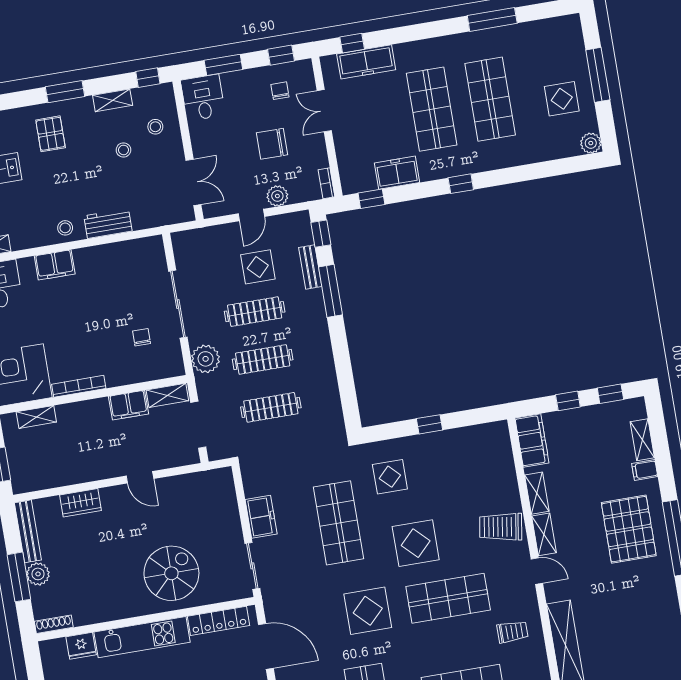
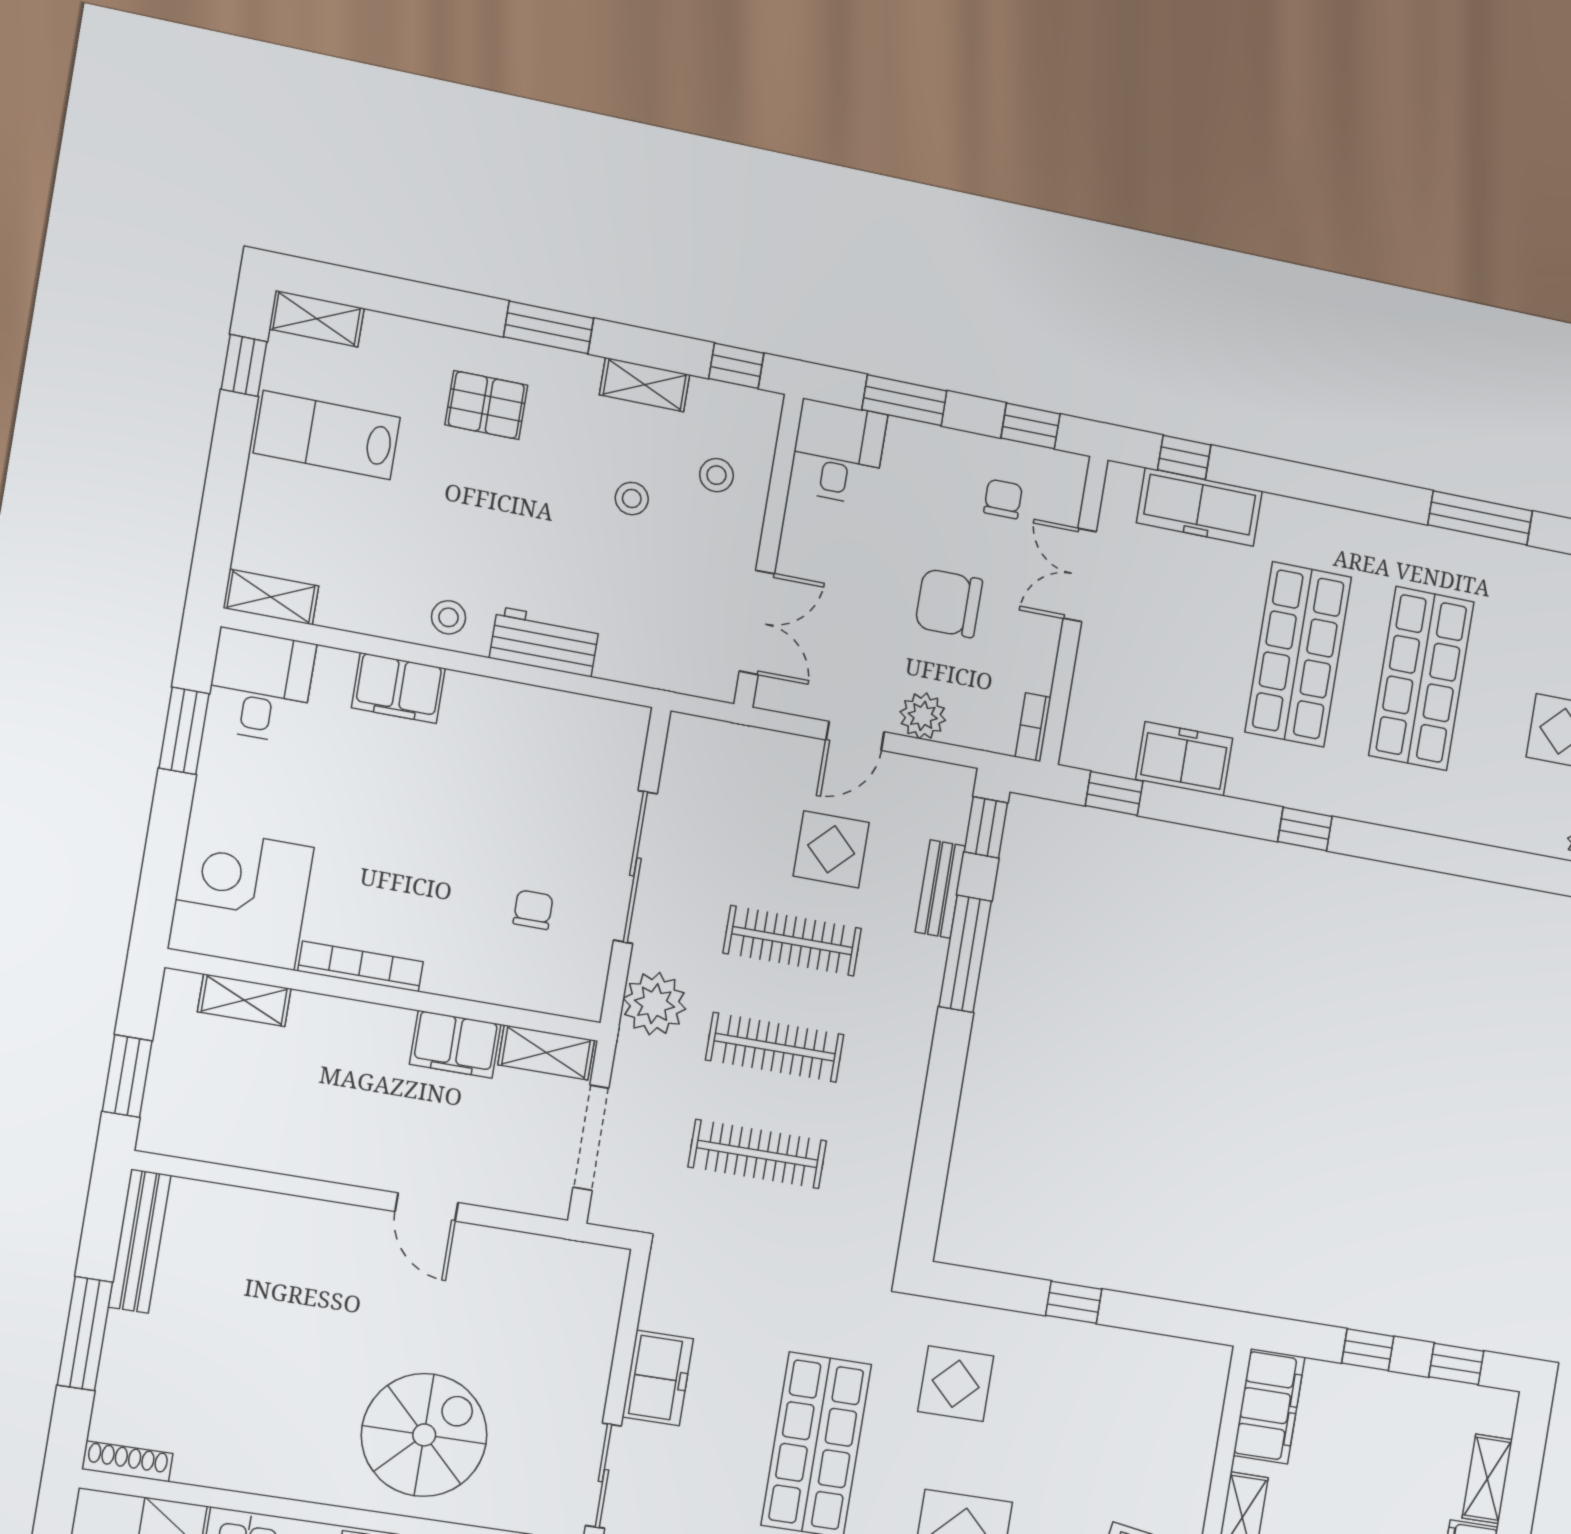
pallet: (51, 134) -> (486, 405), turned 90
wardrobe: (81, 503) -> (278, 1218), removed
plant: (38, 574) -> (130, 1341), removed

